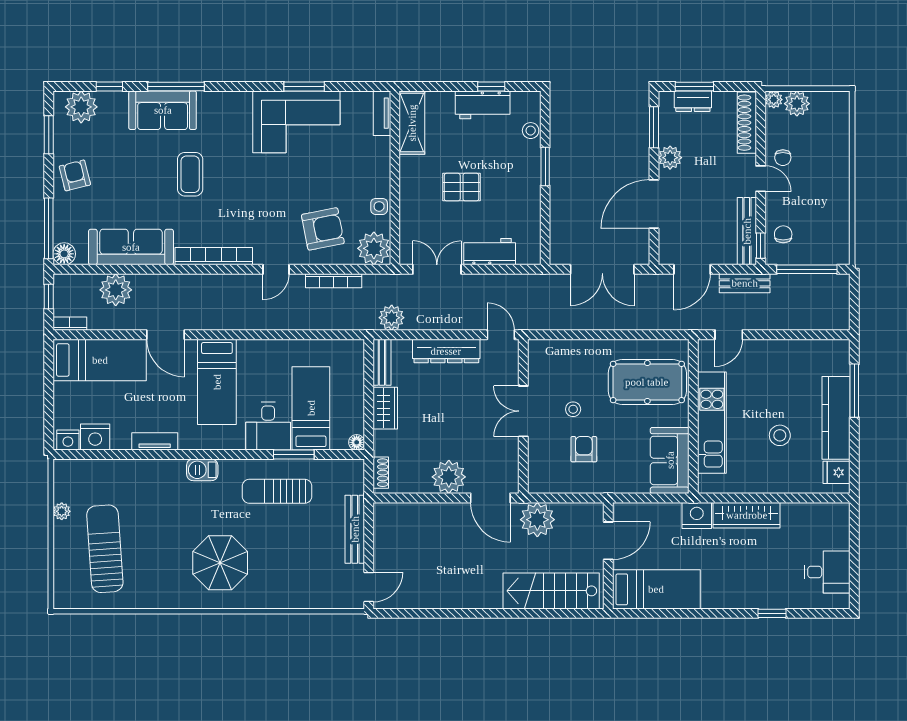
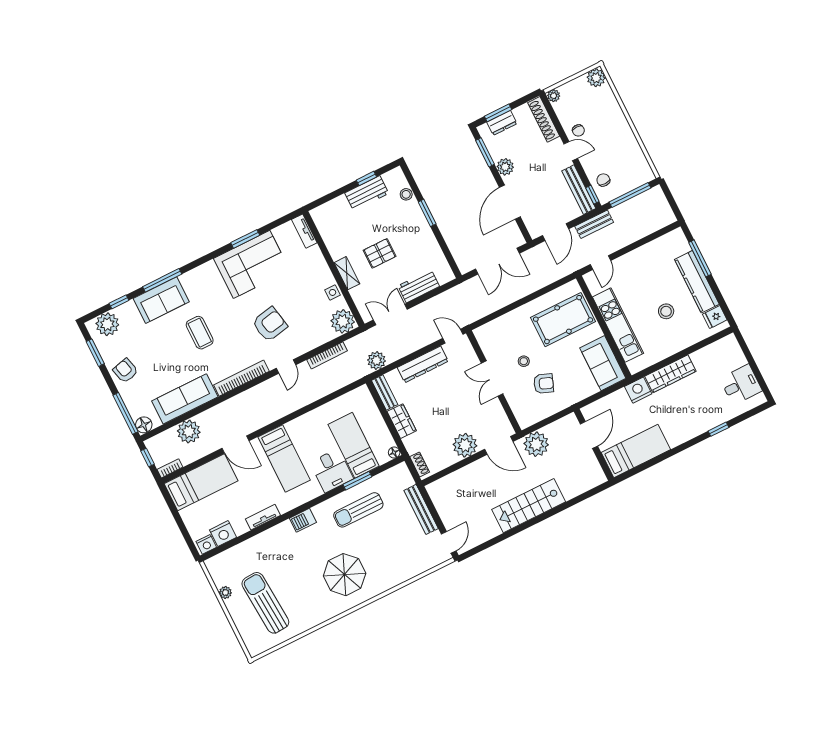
plant: (797, 104) -> (596, 78), moved
shelving: (412, 123) -> (347, 273), moved, width x0.67, depth x0.75
armchair: (323, 229) -> (270, 324), moved
armchair: (584, 449) -> (544, 384), turned 111
stairs: (551, 591) -> (529, 506), moved

